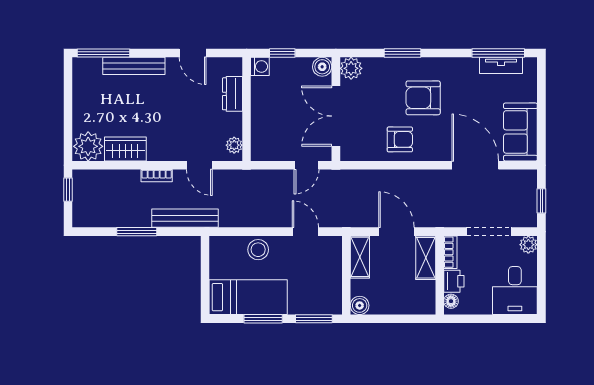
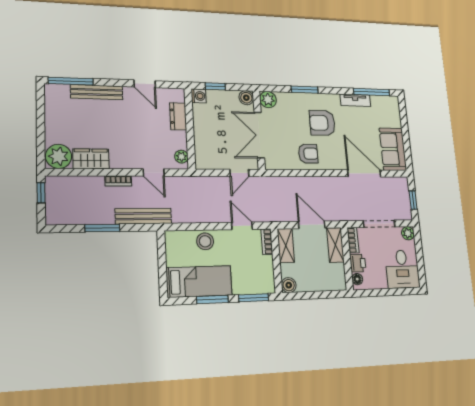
tv unit: (501, 65) -> (355, 100), moved
bookcase: (336, 252) -> (267, 242), added

